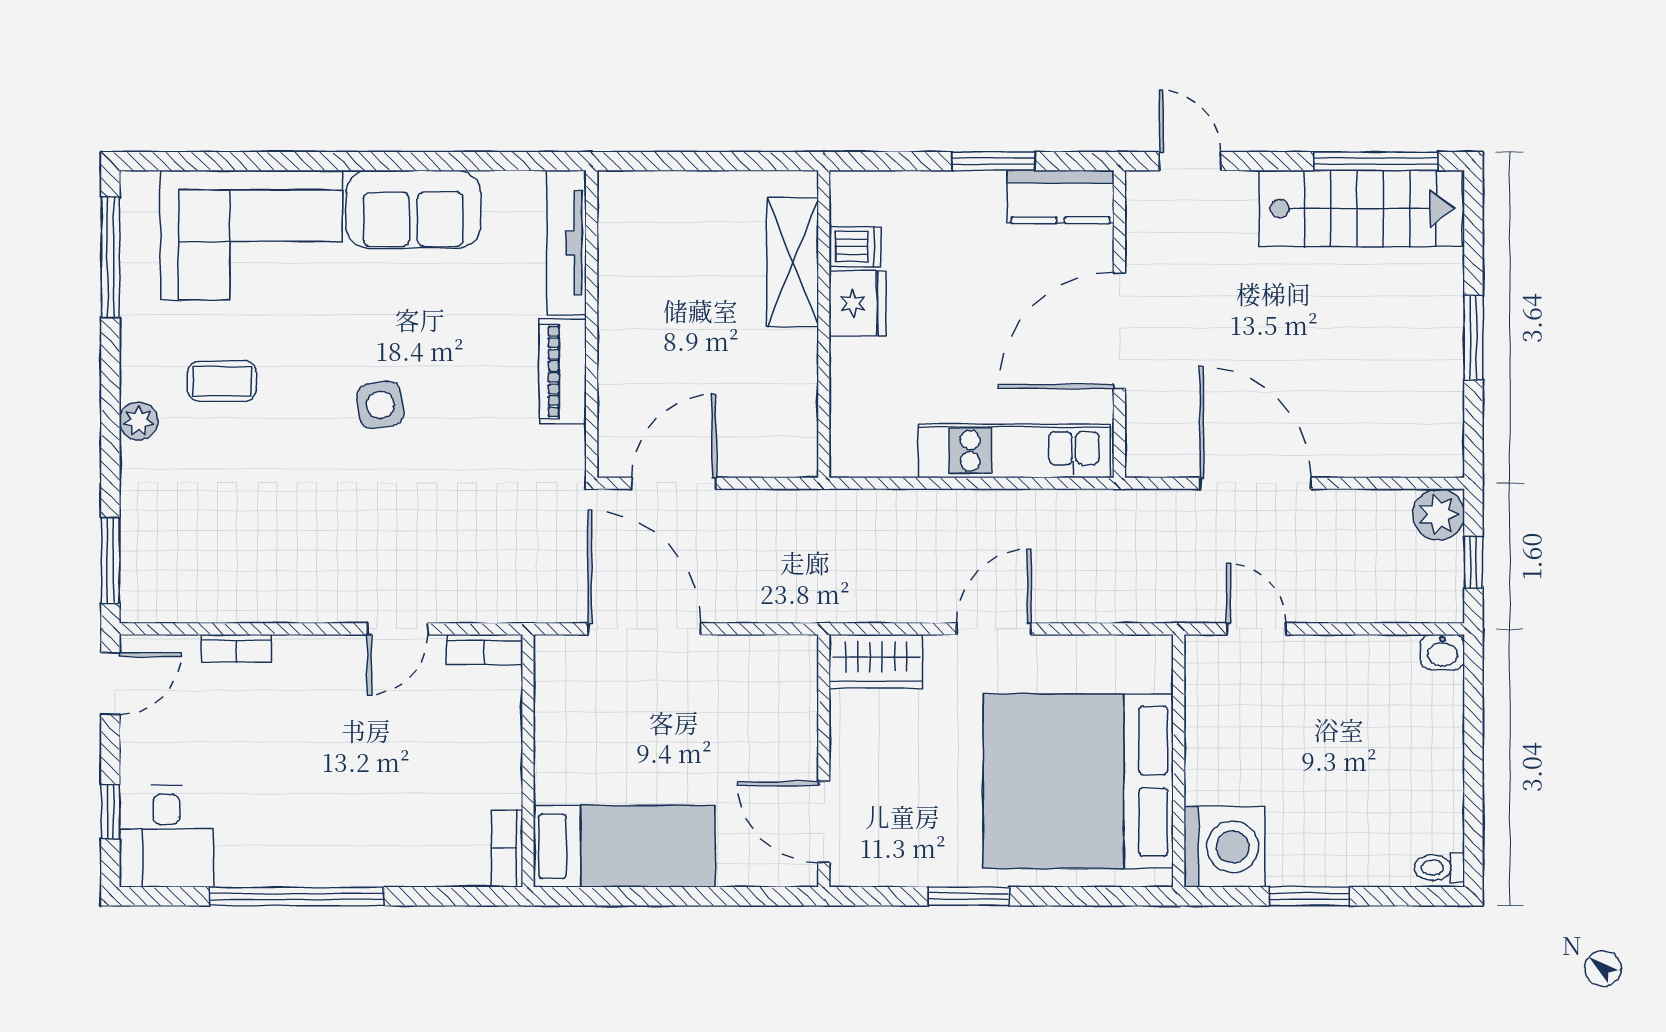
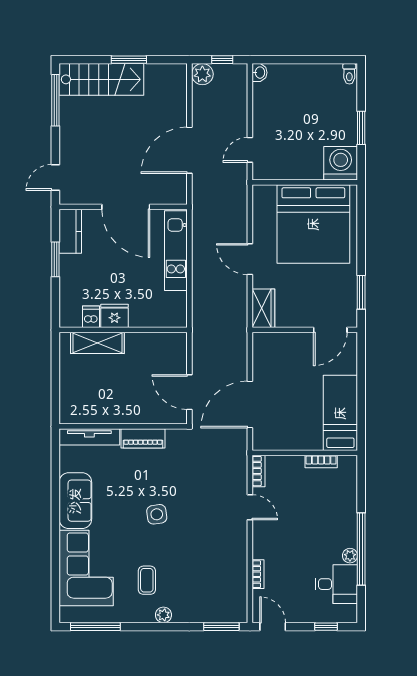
stairs: (1361, 209) -> (101, 79), moved, turned 90
desk: (166, 837) -> (336, 584), moved
bookcase: (507, 849) -> (321, 462), moved
plant: (281, 869) -> (350, 556), added
window: (969, 896) -> (361, 292), moved

